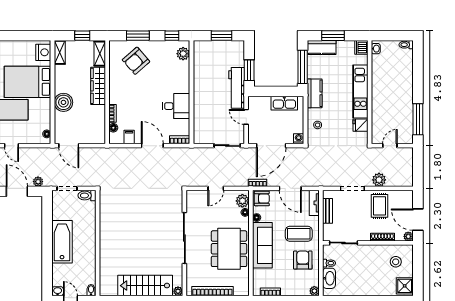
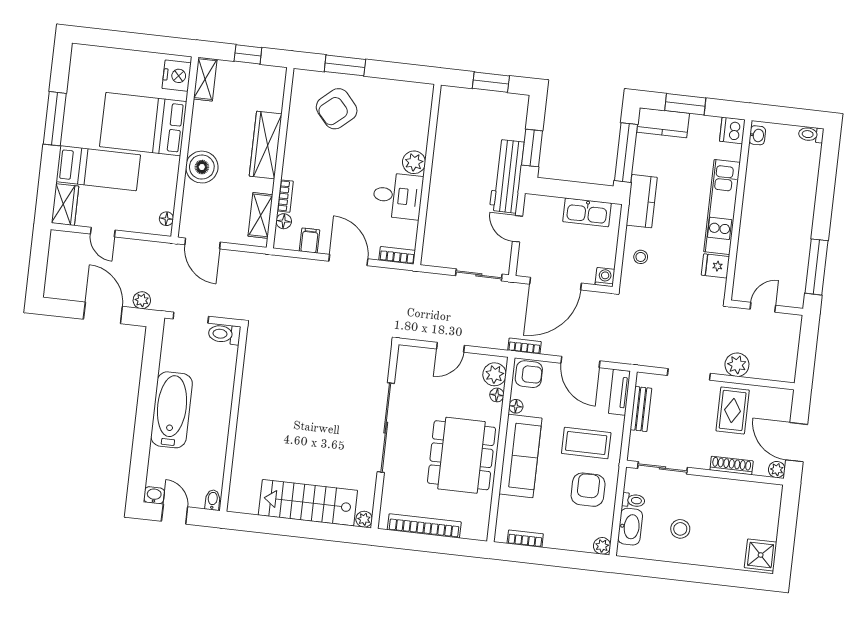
window: (172, 36) -> (404, 72), removed
shelving: (100, 54) -> (260, 215), moved
plant: (183, 54) -> (414, 162), moved
stool: (396, 262) -> (680, 529), moved

